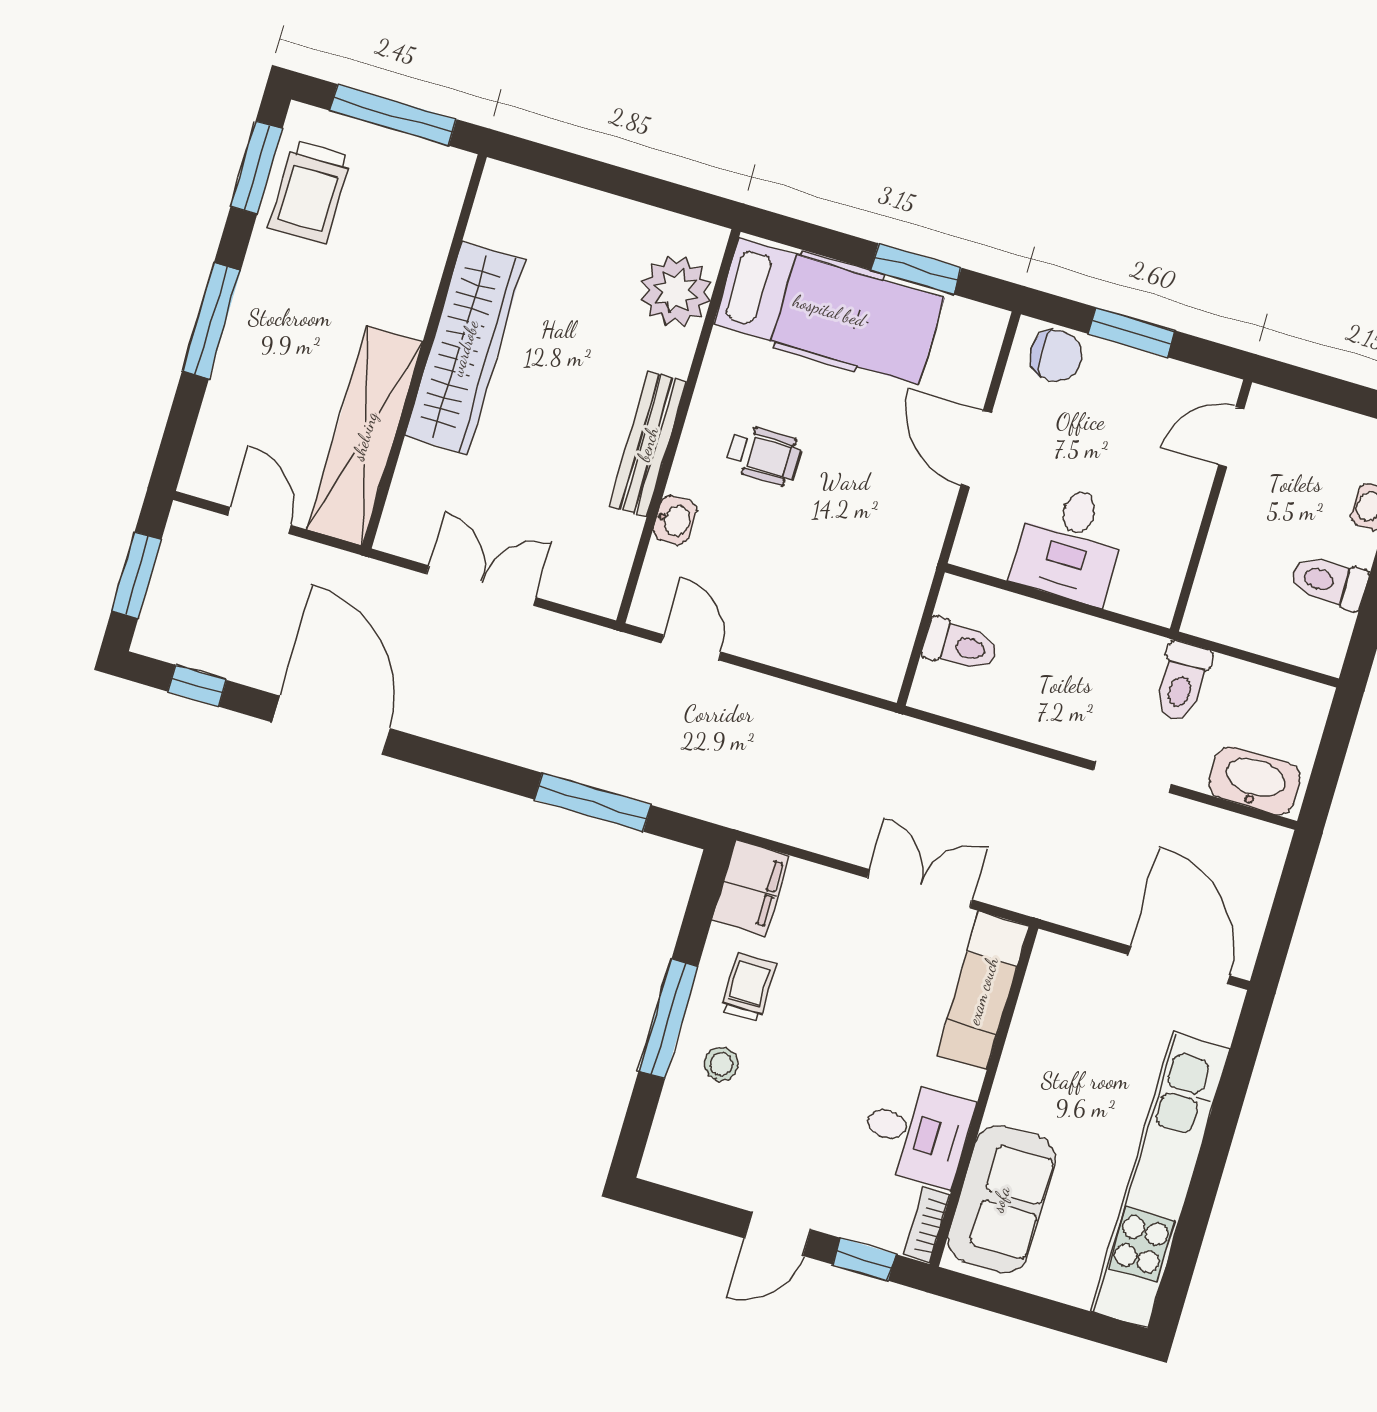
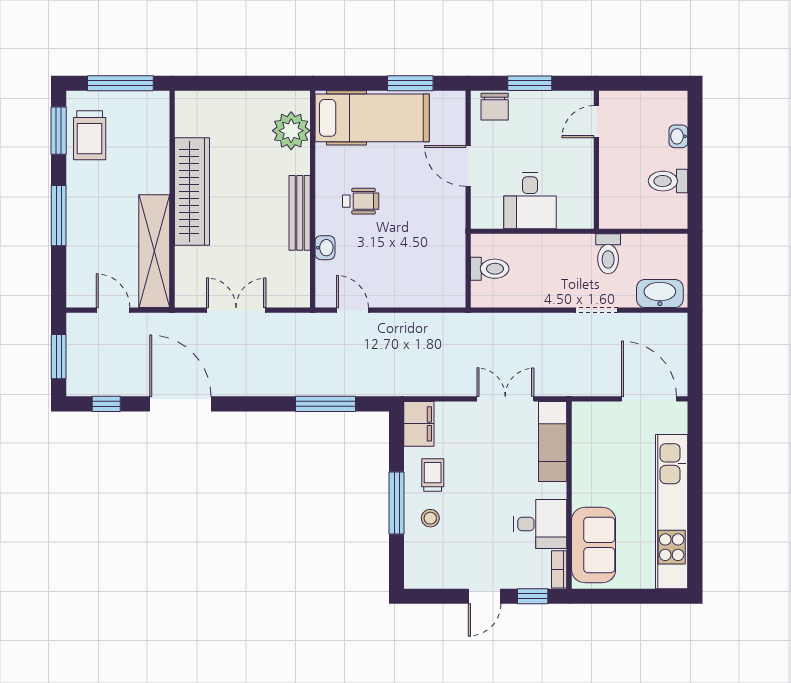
chair: (1056, 356) -> (495, 107), turned 90

